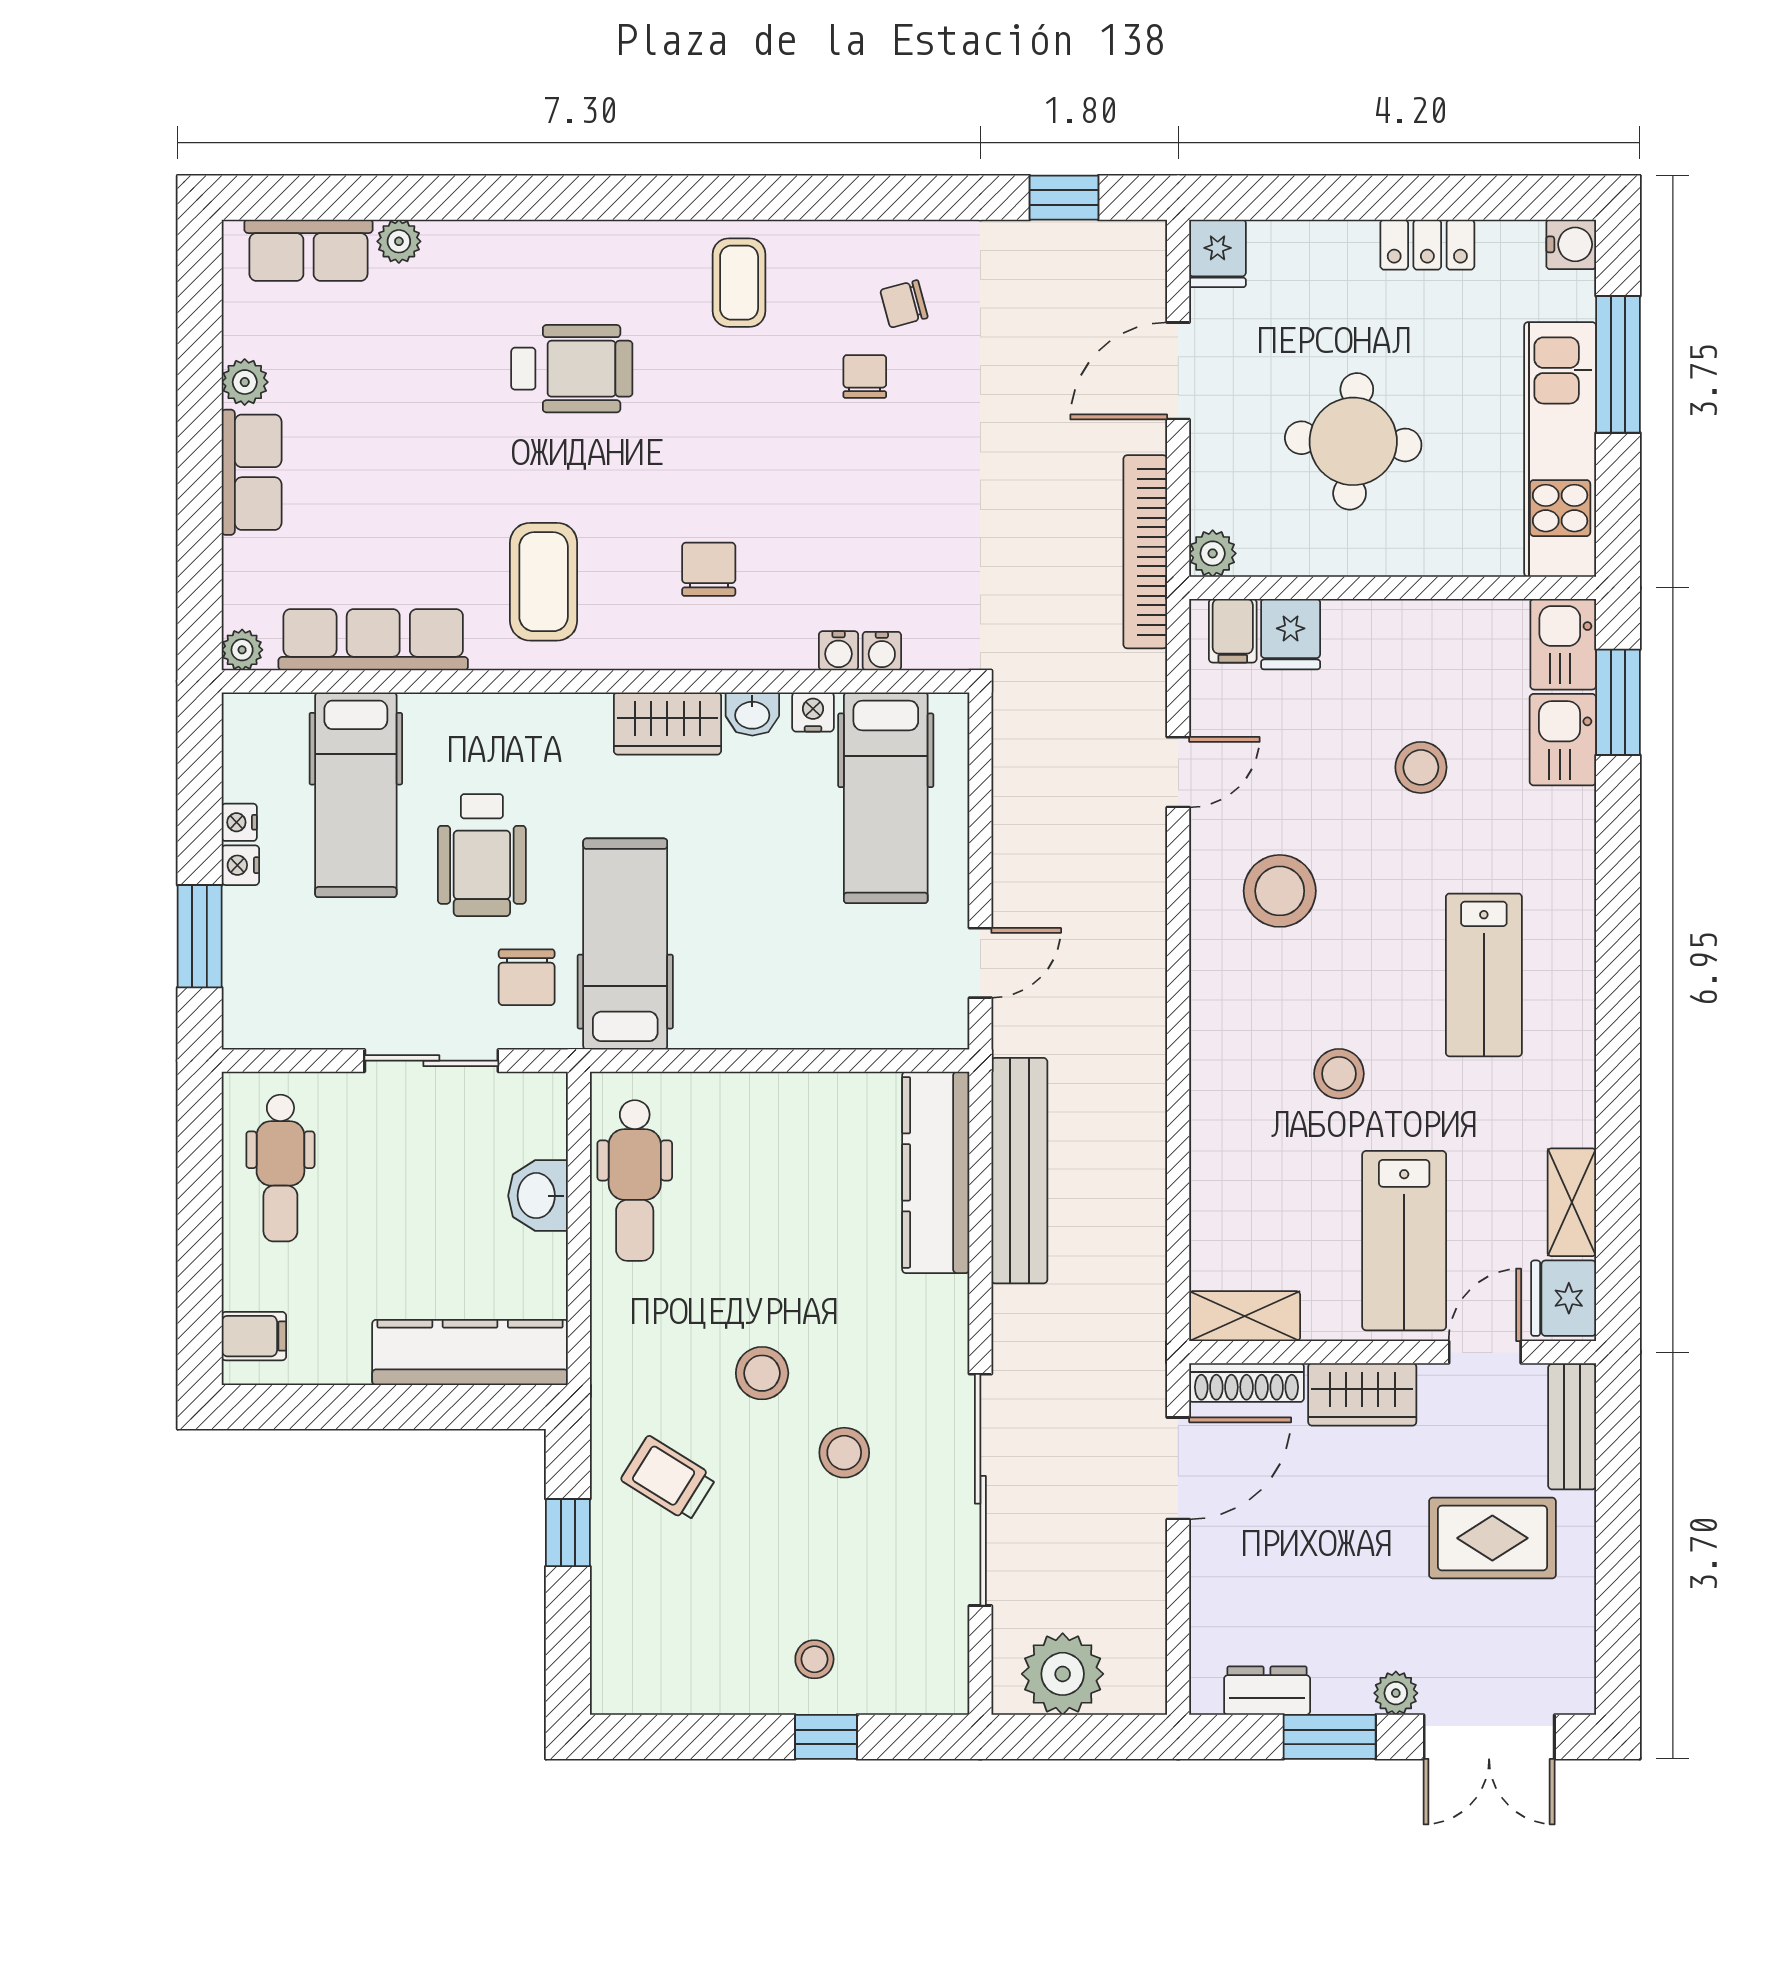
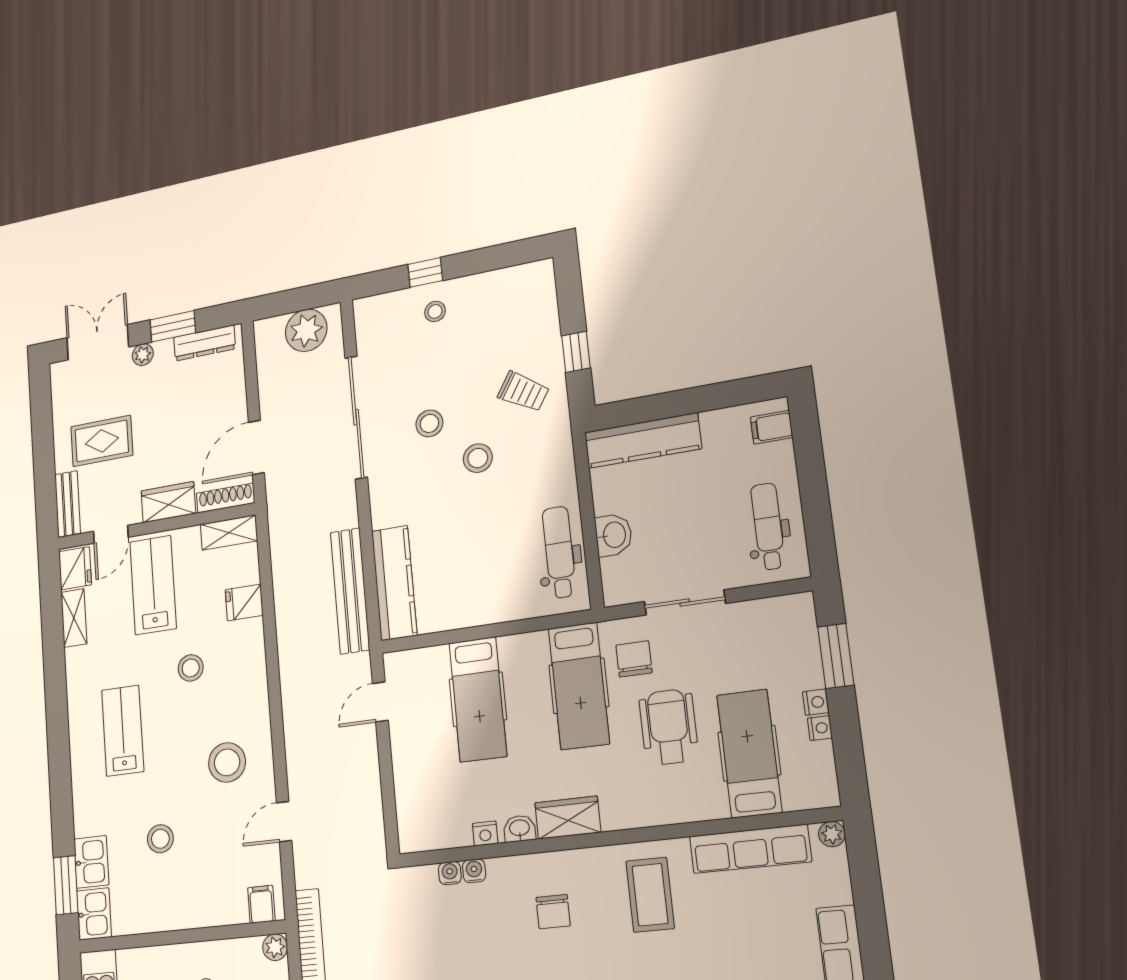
fridge: (1291, 634) -> (244, 602), moved, turned -90
hospital bed: (886, 798) -> (478, 699), moved, turned 180
dresser: (1267, 1691) -> (205, 343), width x1.44

